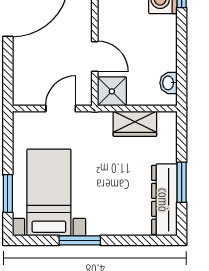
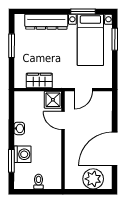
washbasin: (169, 83) -> (19, 128), moved
dresser: (164, 200) -> (46, 22), moved, turned 90
window: (80, 240) -> (83, 11), moved

